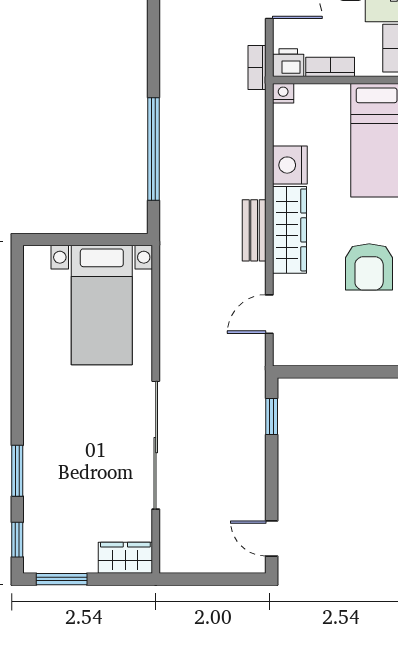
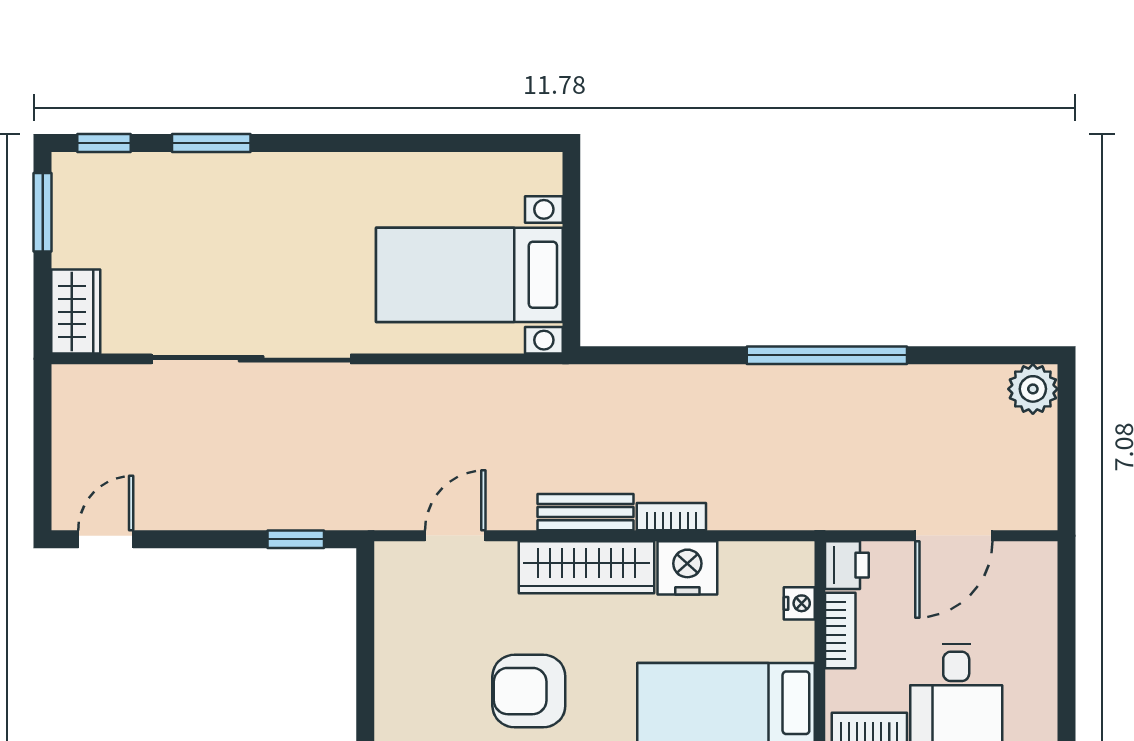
bookcase: (257, 68) -> (671, 517), moved
nightstand: (283, 93) -> (799, 603), moved
window: (153, 149) -> (827, 355), moved
door: (269, 314) -> (455, 536), hinge flipped

